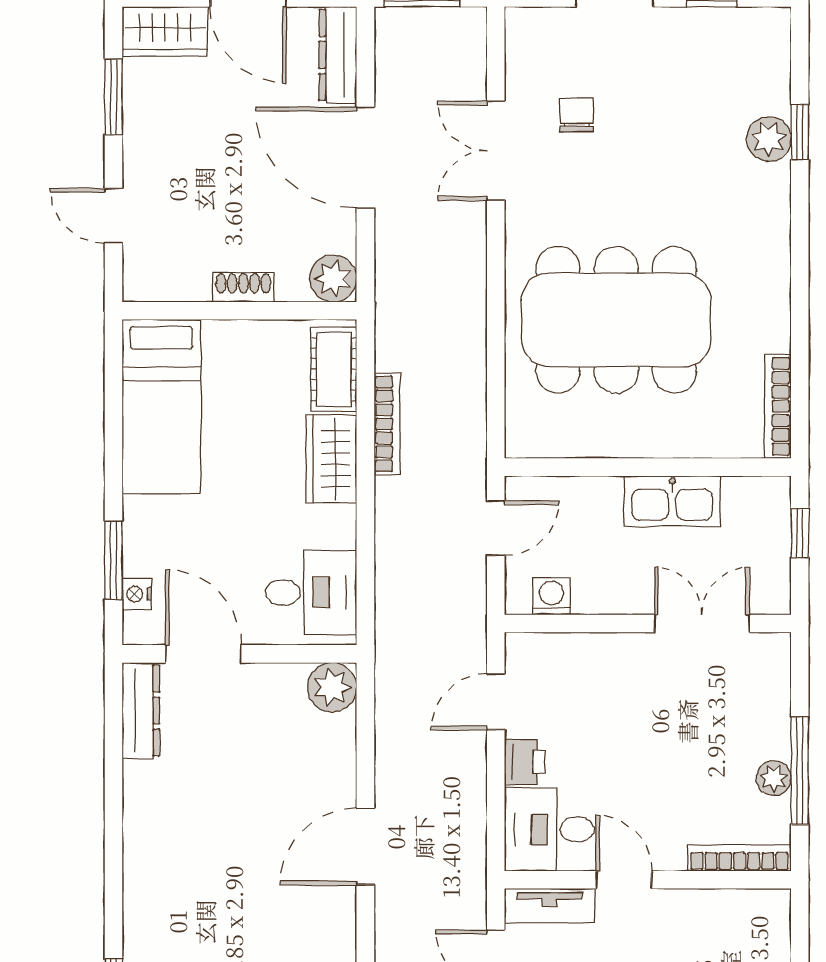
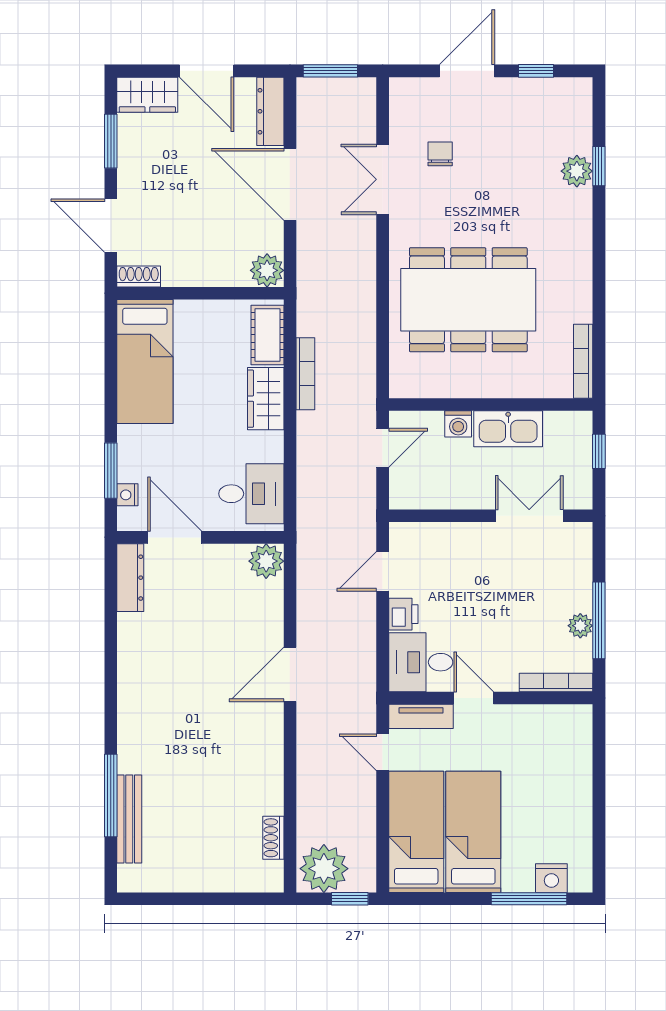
door: (114, 216) -> (111, 226), width x1.38
shoe rack: (243, 287) -> (139, 277), moved
washing machine: (551, 596) -> (458, 424), moved, turned 180

